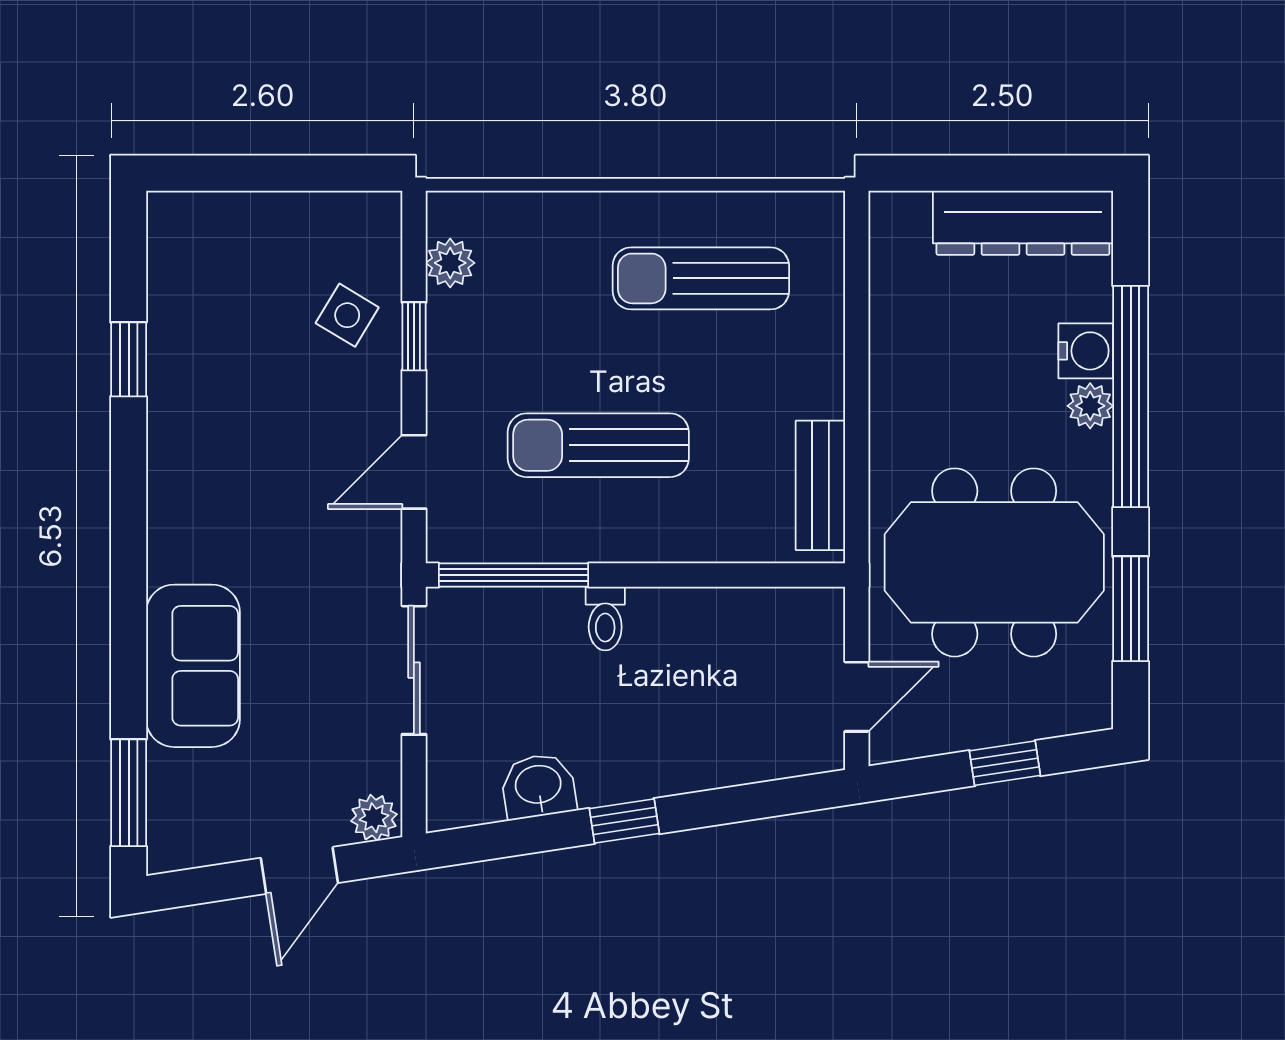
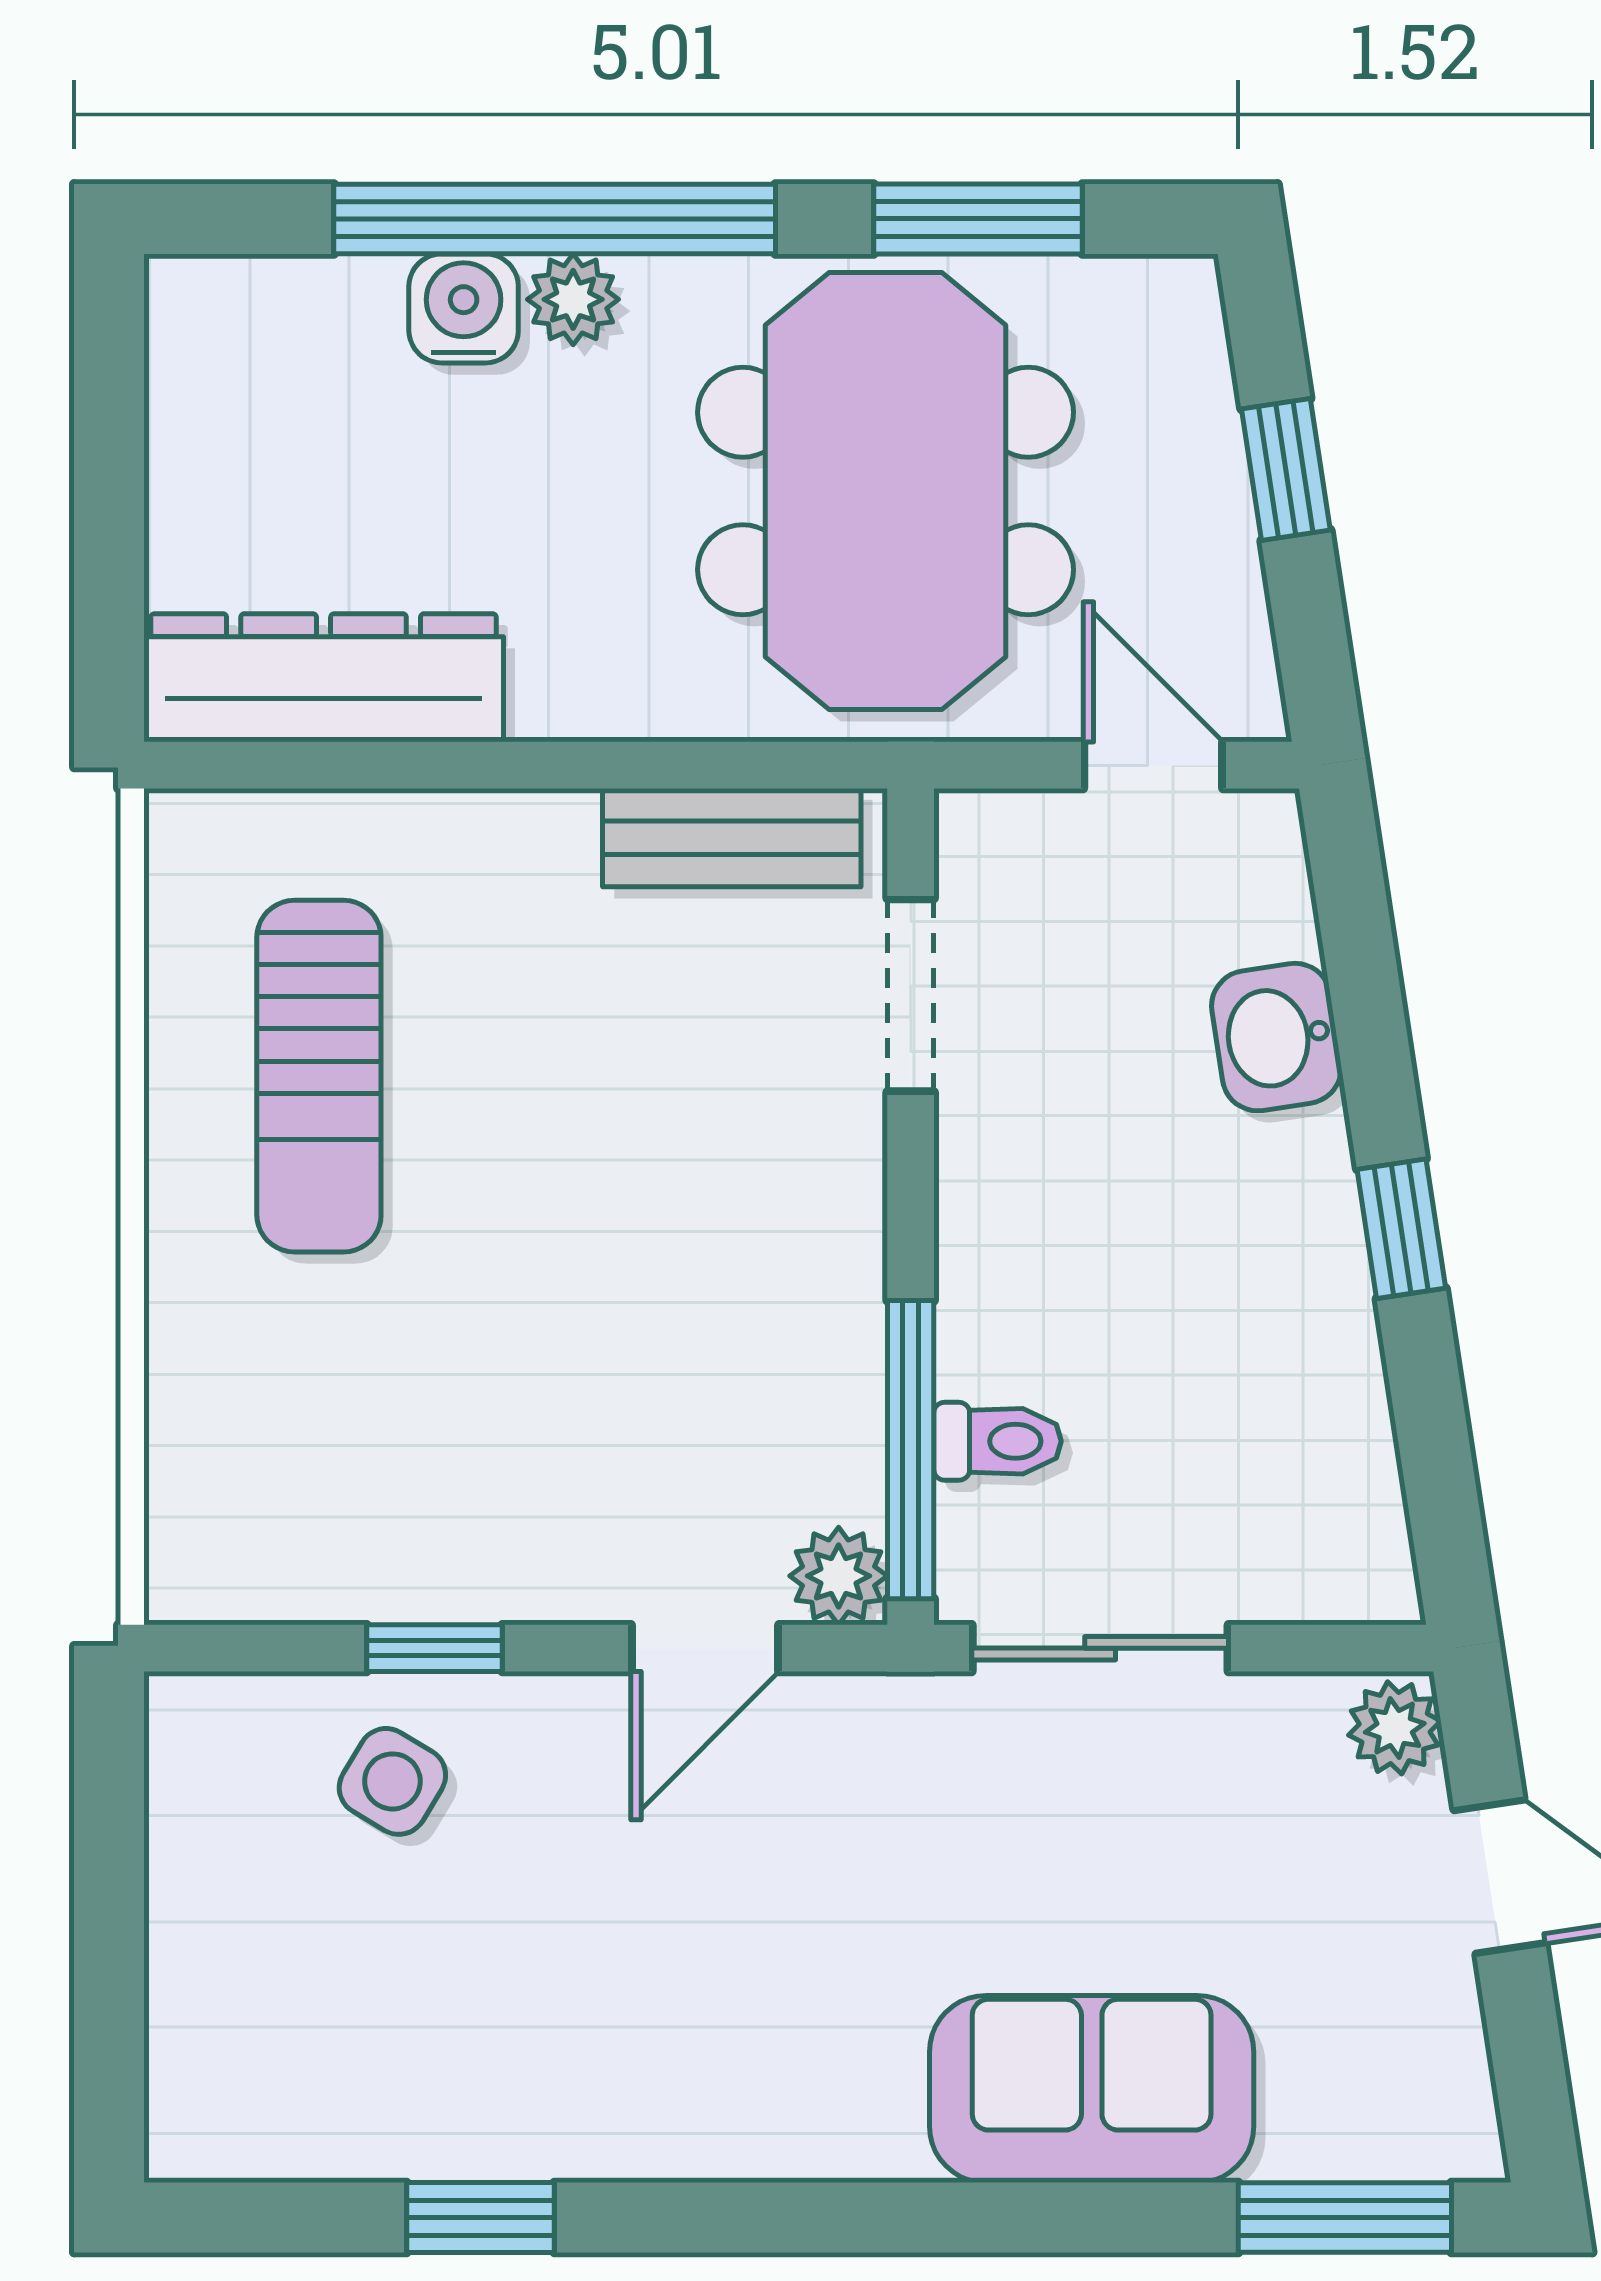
dresser: (1023, 223) -> (324, 678), moved, turned -90
plant: (450, 263) -> (839, 1576), moved
sun lounger: (598, 445) -> (652, 1281), removed
door: (414, 472) -> (705, 1648), hinge flipped
doorway: (741, 575) -> (911, 995), added
toilet: (605, 619) -> (998, 1441), moved
washbasin: (538, 786) -> (1276, 1037), moved

